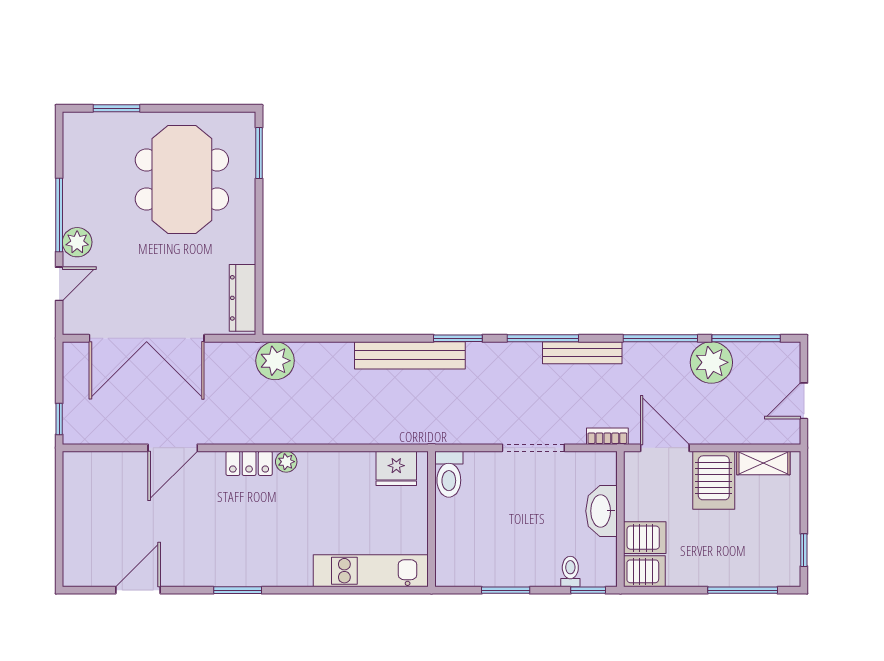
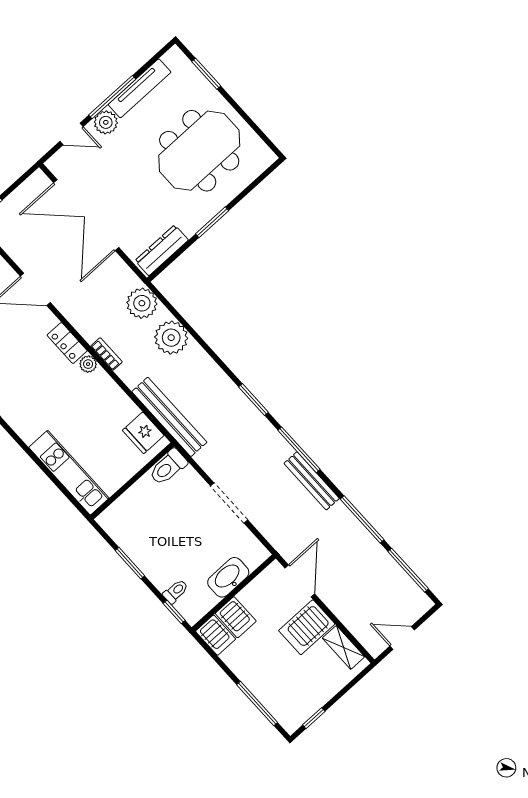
window: (259, 153) -> (212, 222), moved
tv unit: (74, 182) -> (140, 88), added
bench: (410, 355) -> (169, 417), moved
plant: (711, 362) -> (171, 338), moved
bookcase: (607, 436) -> (106, 354), moved

